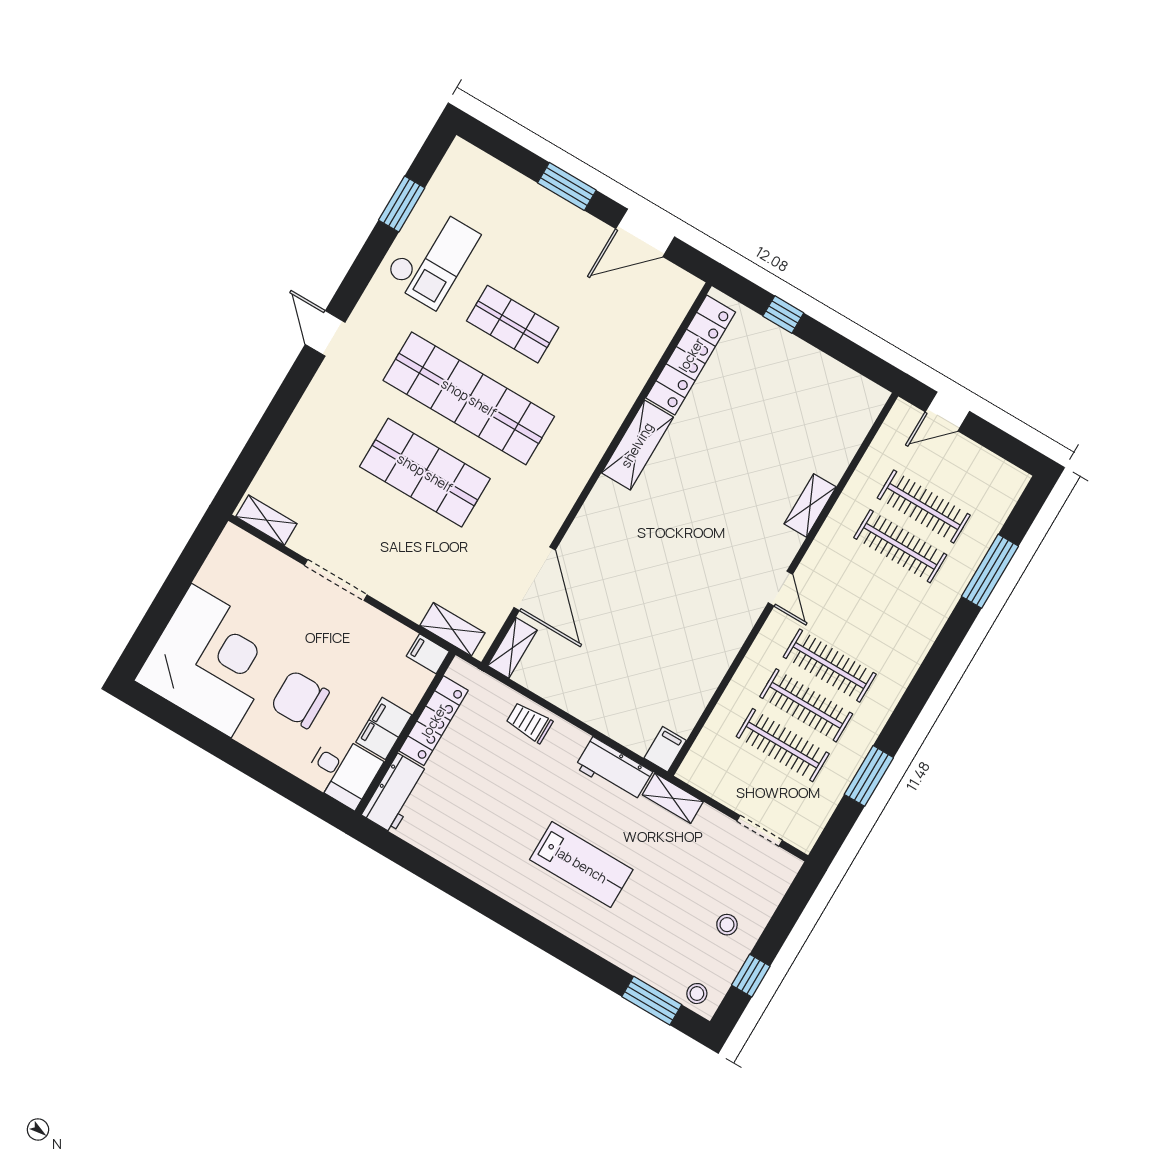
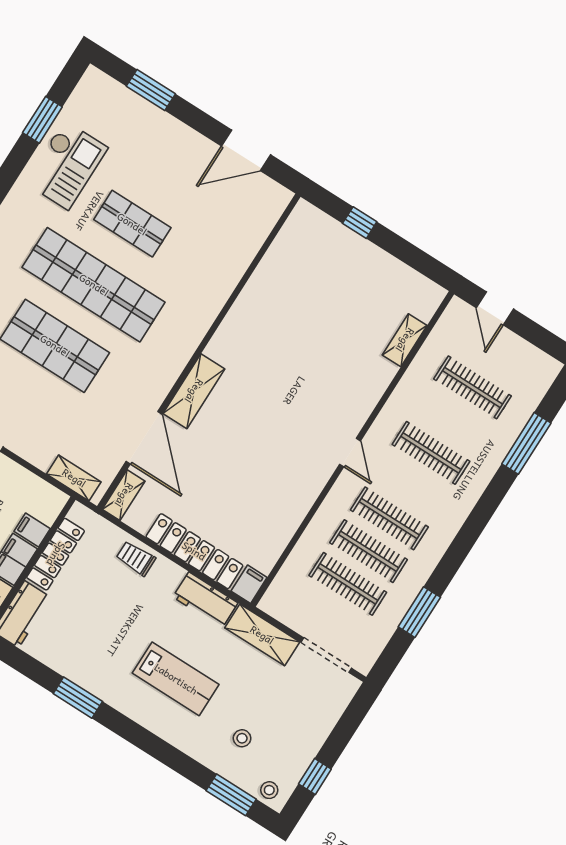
window: (567, 186) -> (151, 90), moved
locker: (691, 355) -> (194, 551), moved, turned -90
door: (947, 412) -> (495, 308), hinge flipped
shelving: (637, 445) -> (194, 391), moved
shelving: (810, 505) -> (405, 340), moved
clothes rail: (900, 546) -> (431, 453), moved
filing cabinet: (428, 654) -> (32, 530), moved
shelving: (673, 798) -> (262, 635), width x1.50, depth x1.33
doorway: (760, 831) -> (326, 655), width x1.38
window: (465, 891) -> (78, 698), added
stool: (727, 925) -> (242, 738), moved

